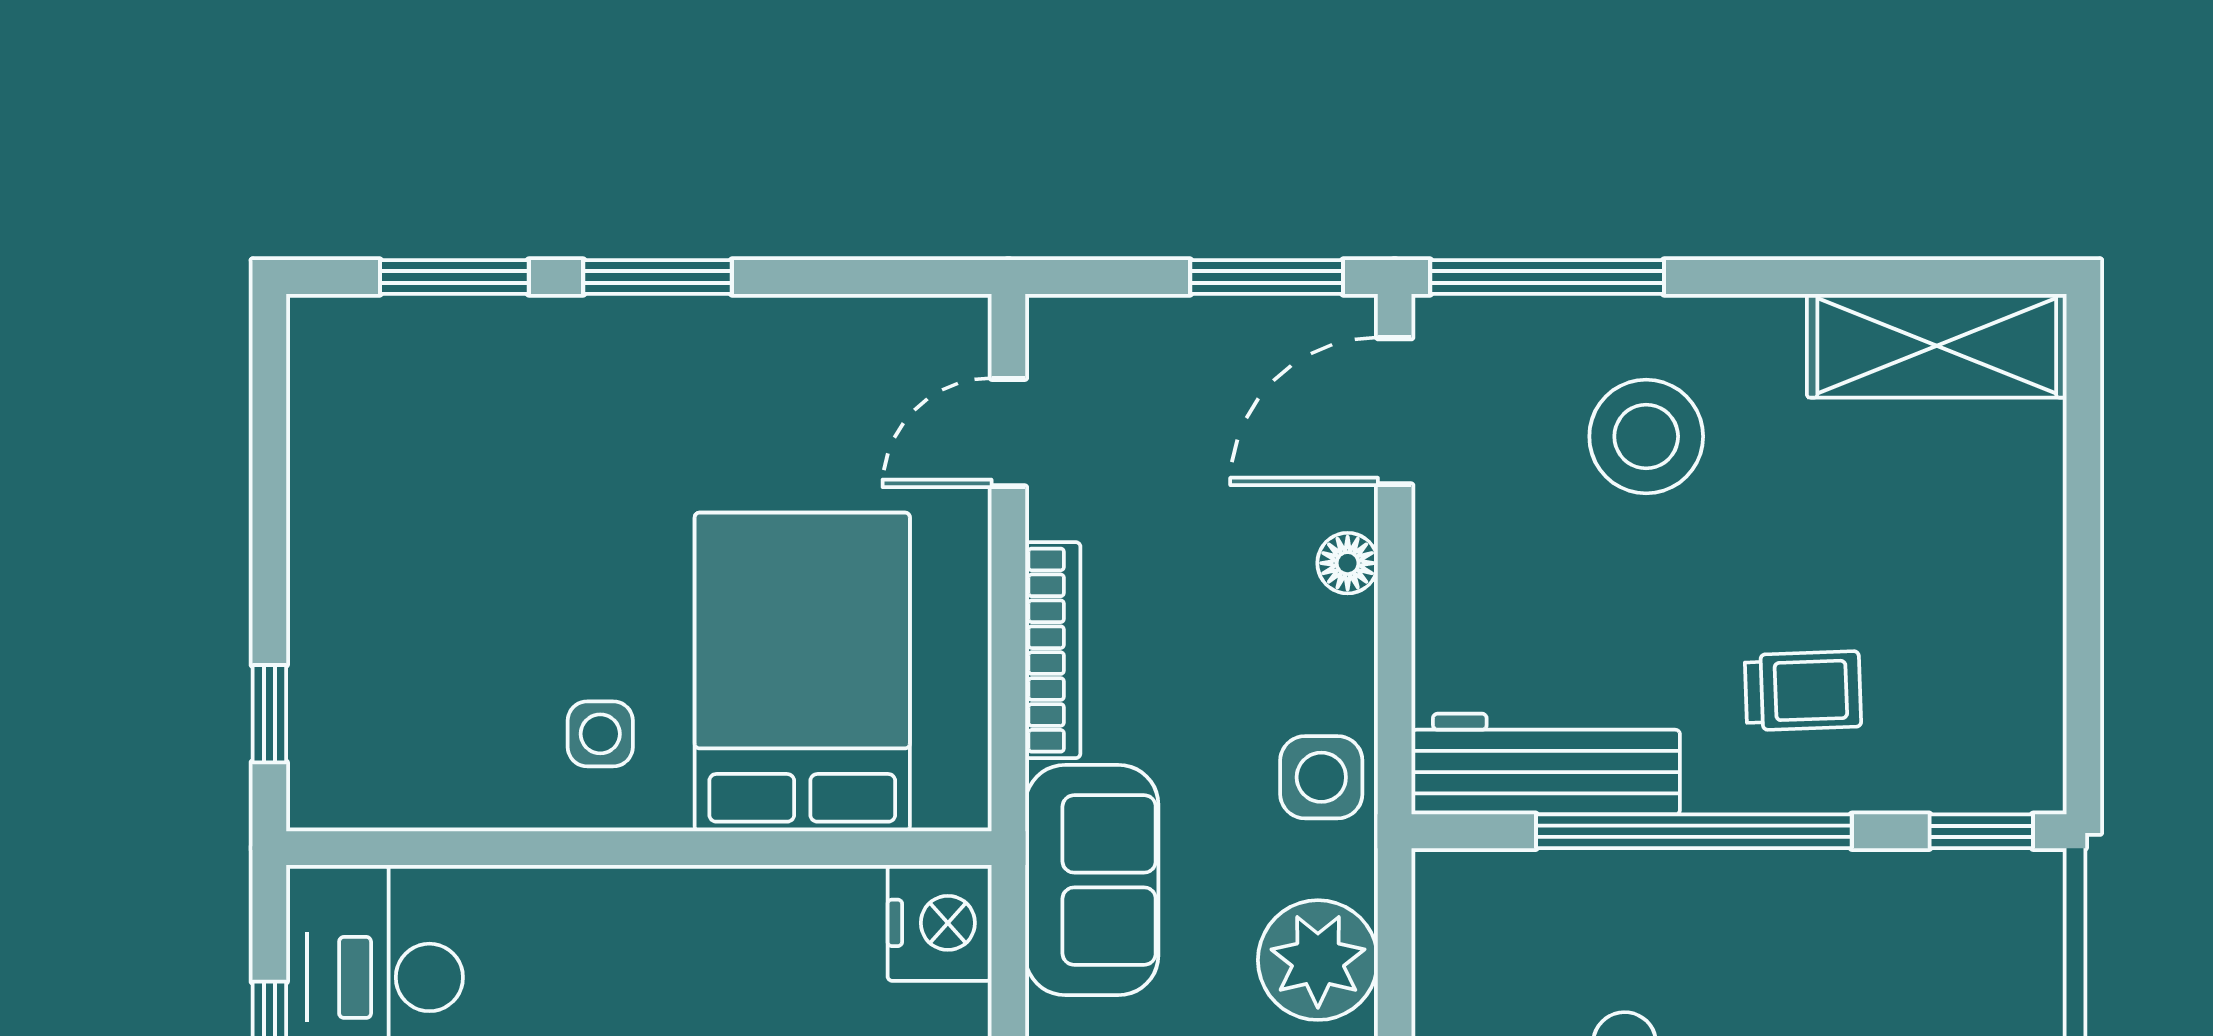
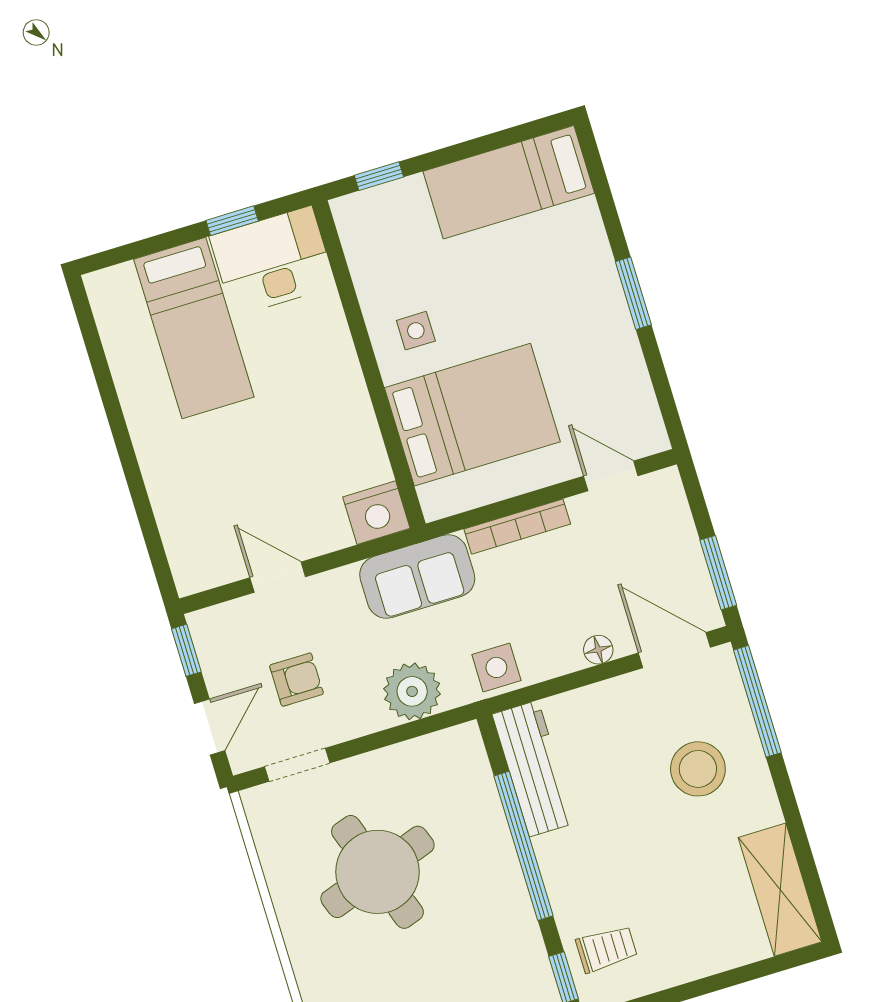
window: (454, 277) -> (605, 200), removed
bed: (360, 458) -> (509, 182), added
trolley: (1803, 691) -> (606, 949), moved, turned -88

